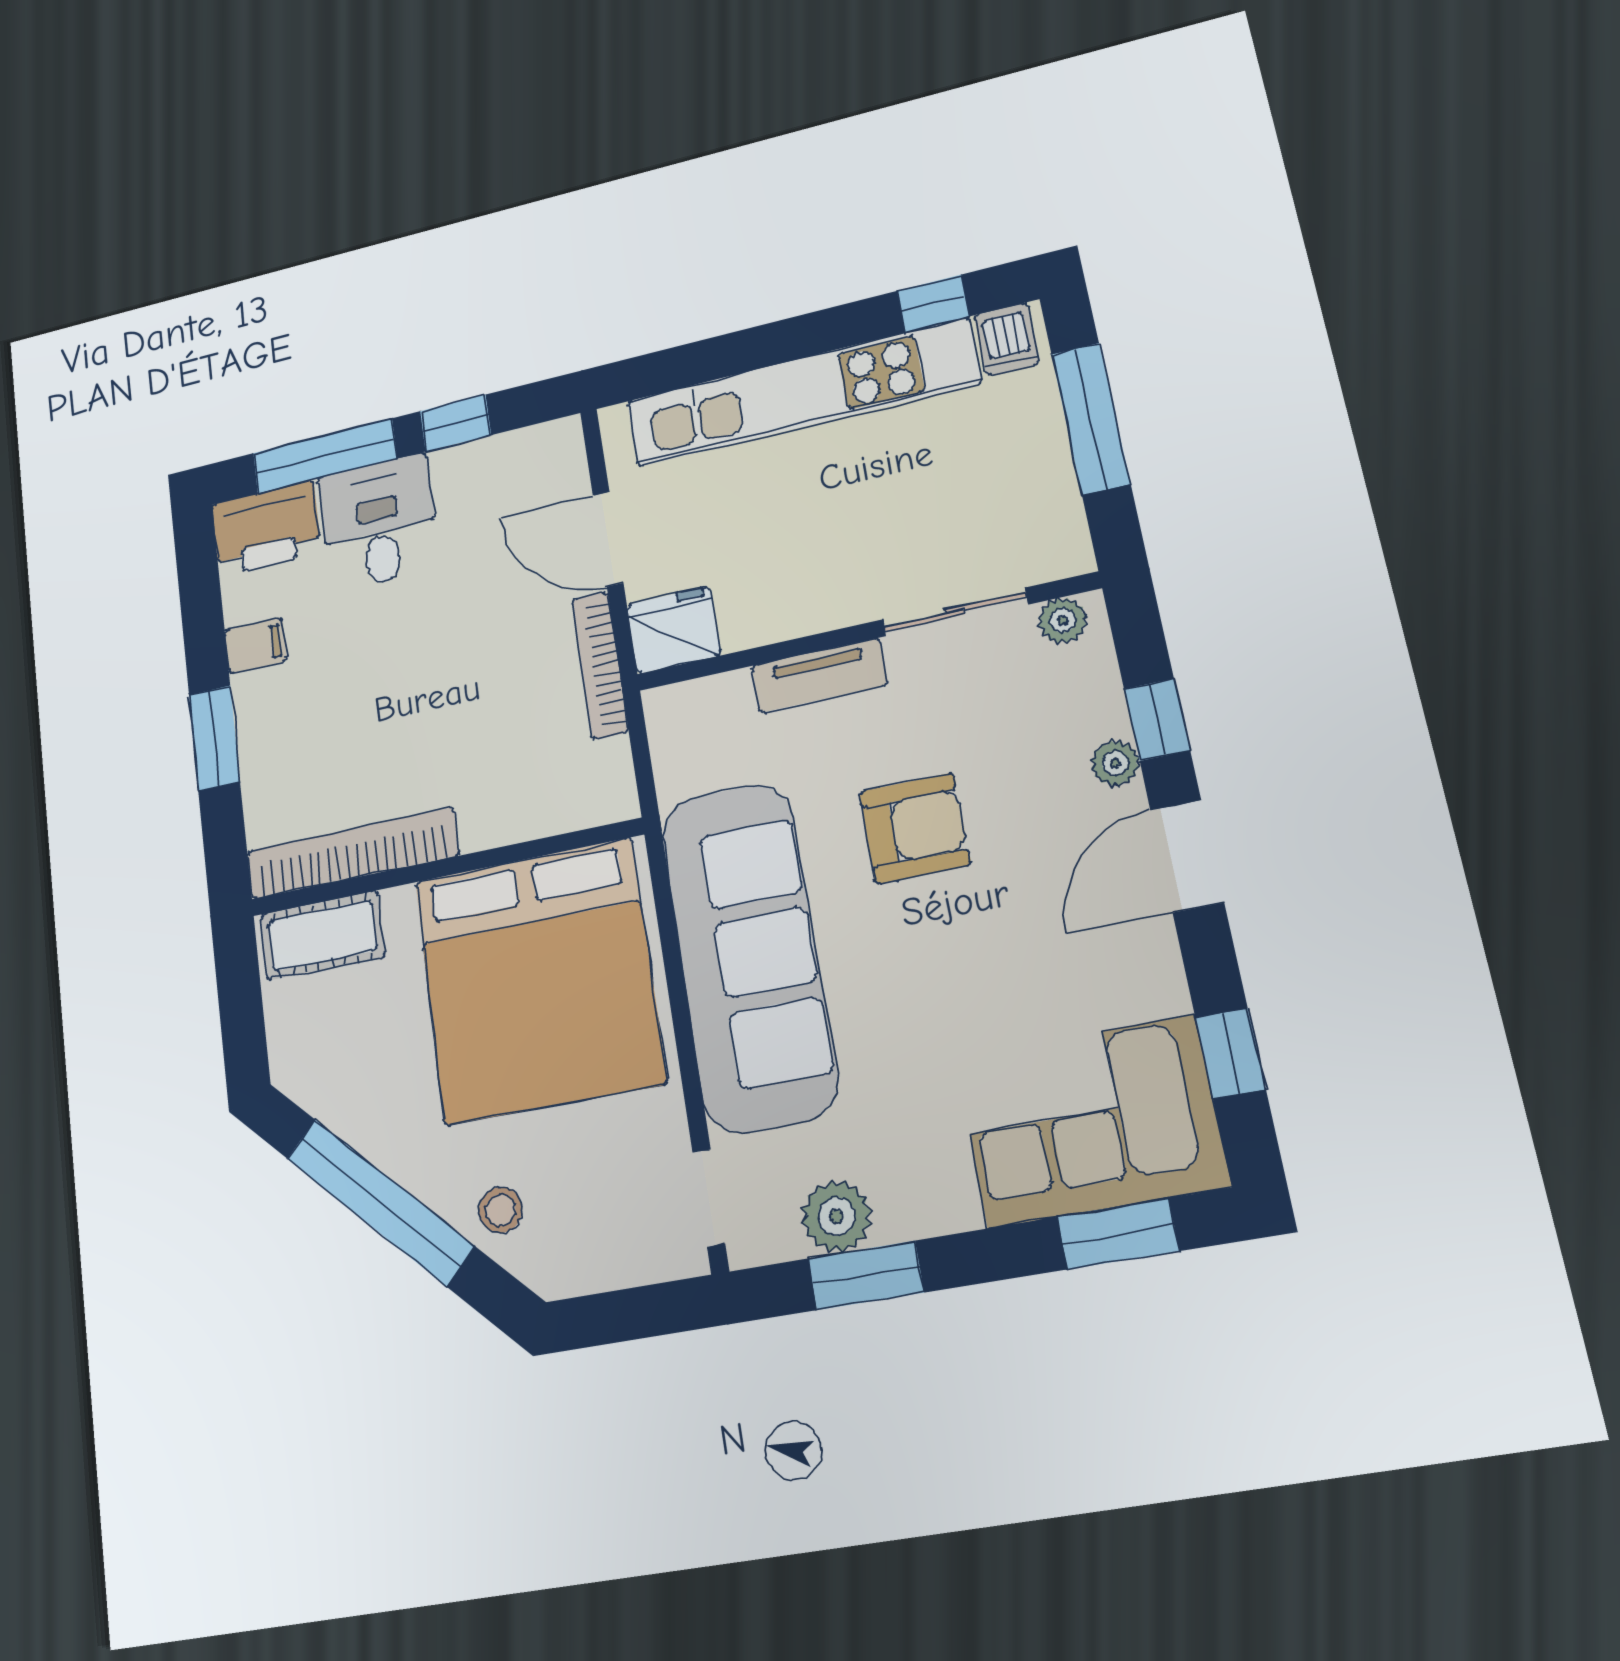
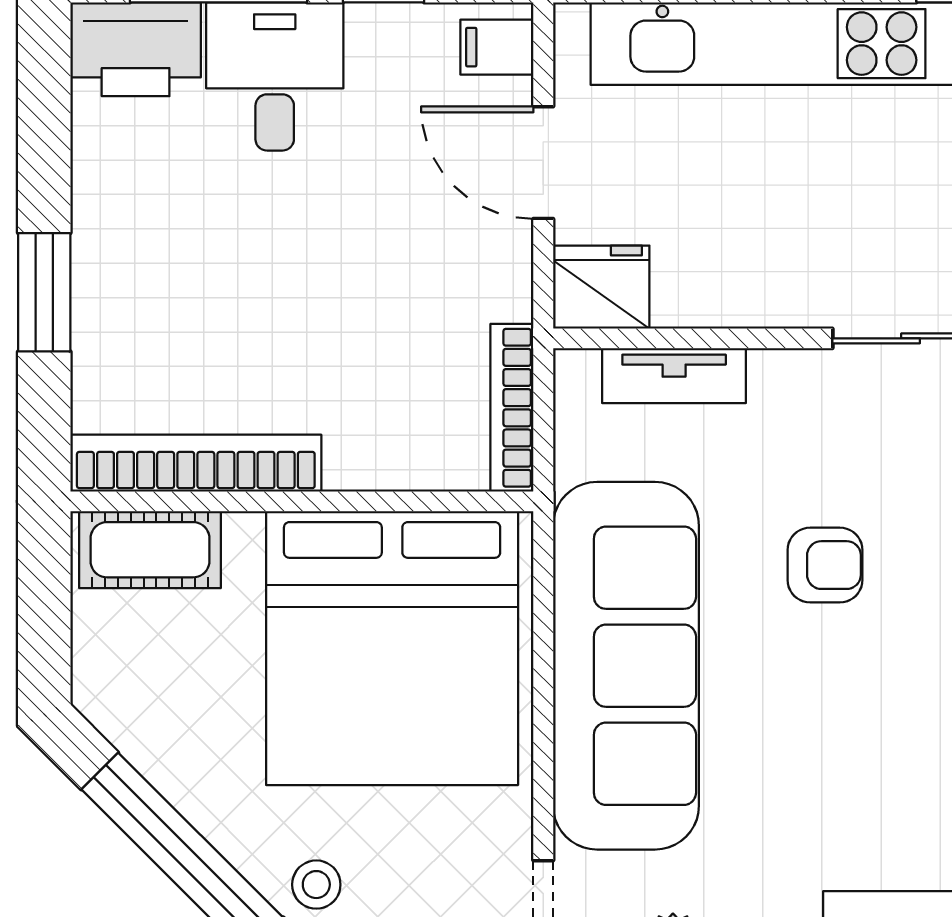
filing cabinet: (256, 646) -> (497, 47), moved, turned 180
bookcase: (600, 665) -> (512, 408), moved
tv unit: (819, 675) -> (674, 376), moved
armchair: (915, 828) -> (825, 565), width x0.72, depth x0.72

